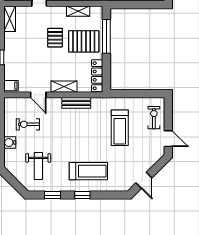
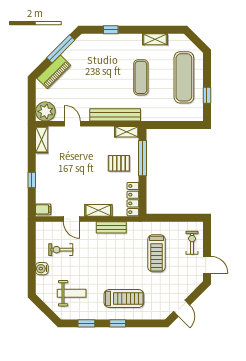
shelving: (78, 11) -> (127, 132), moved
pallet: (55, 38) -> (89, 159), removed
pallet: (84, 41) -> (119, 163), width x0.67, depth x0.71
weight bench: (38, 166) -> (72, 293), turned -90

